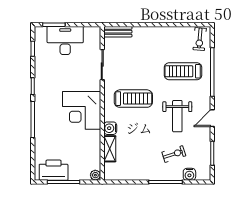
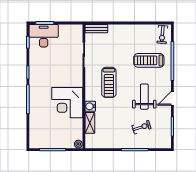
desk: (65, 41) -> (44, 36), moved
treadmill: (133, 99) -> (109, 82), turned 90
corner desk: (82, 110) -> (67, 103), moved
weight bench: (177, 116) -> (144, 97), turned 180
printer: (54, 170) -> (45, 140), removed
water cooler: (189, 174) -> (154, 143), removed

